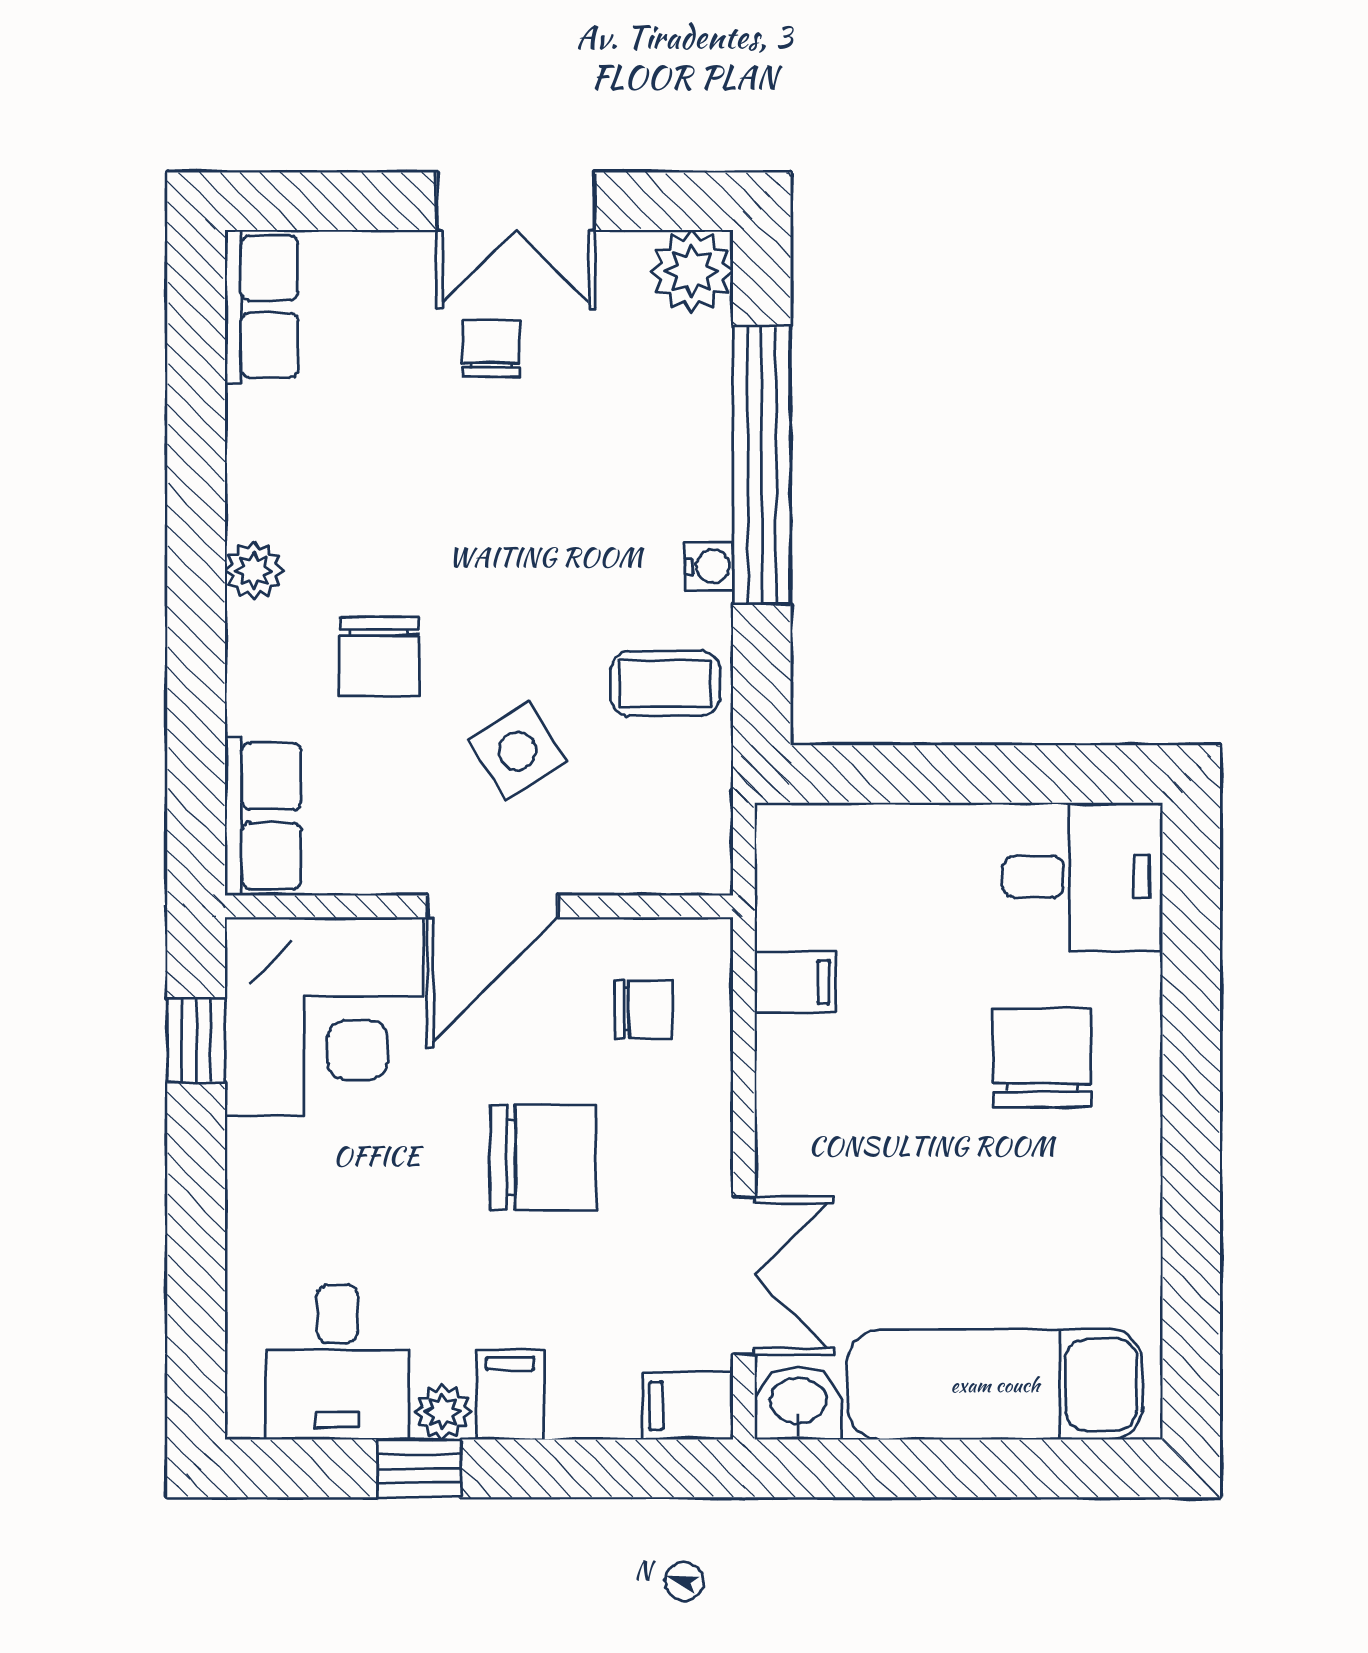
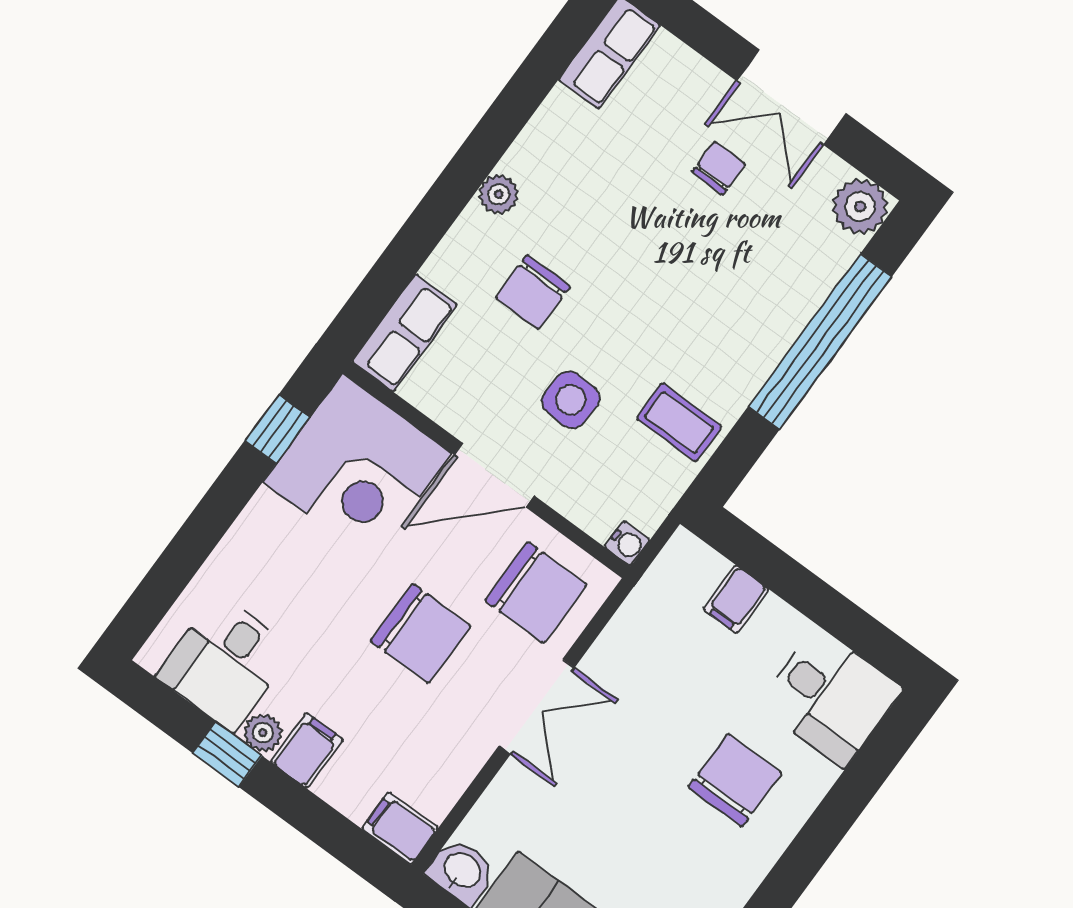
water cooler: (709, 566) -> (627, 543), moved
side table: (517, 751) -> (571, 400), turned 35
filing cabinet: (795, 982) -> (736, 599), moved, turned 90
chair: (644, 1009) -> (536, 592), width x1.87, depth x1.87
double door: (744, 1276) -> (536, 707), moved

